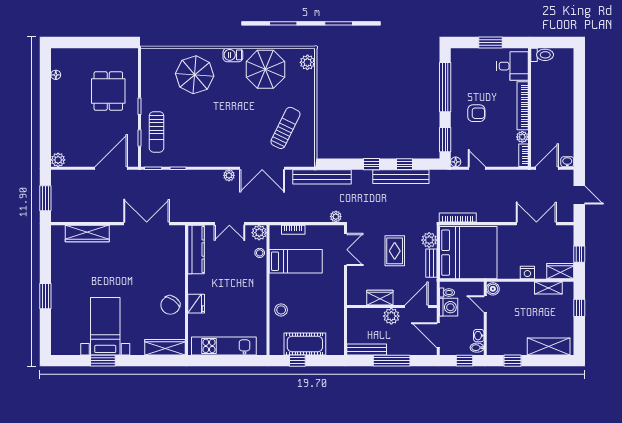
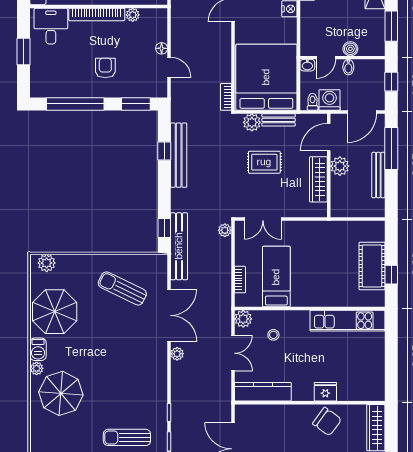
plant: (216, 54) -> (37, 368), added
sun lounger: (157, 132) -> (127, 437), turned 180
bookcase: (524, 155) -> (154, 13), removed
floor lamp: (456, 162) -> (162, 48), moved
window: (372, 164) -> (164, 228), moved
door: (477, 168) -> (169, 67), swing flipped
bookcase: (458, 218) -> (226, 97), width x0.64
double door: (346, 250) -> (263, 219), swing flipped
stool: (260, 253) -> (273, 335), moved
boiler: (493, 289) -> (350, 49), moved
wardrobe: (380, 298) -> (318, 179), width x1.50
door: (416, 307) -> (329, 137), hinge flipped
stool: (281, 310) -> (333, 293), removed
washbasin: (479, 336) -> (307, 65), moved
kitchen unit: (224, 346) -> (347, 321), moved, turned -90
bidet: (477, 348) -> (348, 67), moved
bench: (367, 349) -> (378, 175), moved
window: (392, 361) -> (391, 148), moved
window: (512, 361) -> (391, 26), width x1.50

